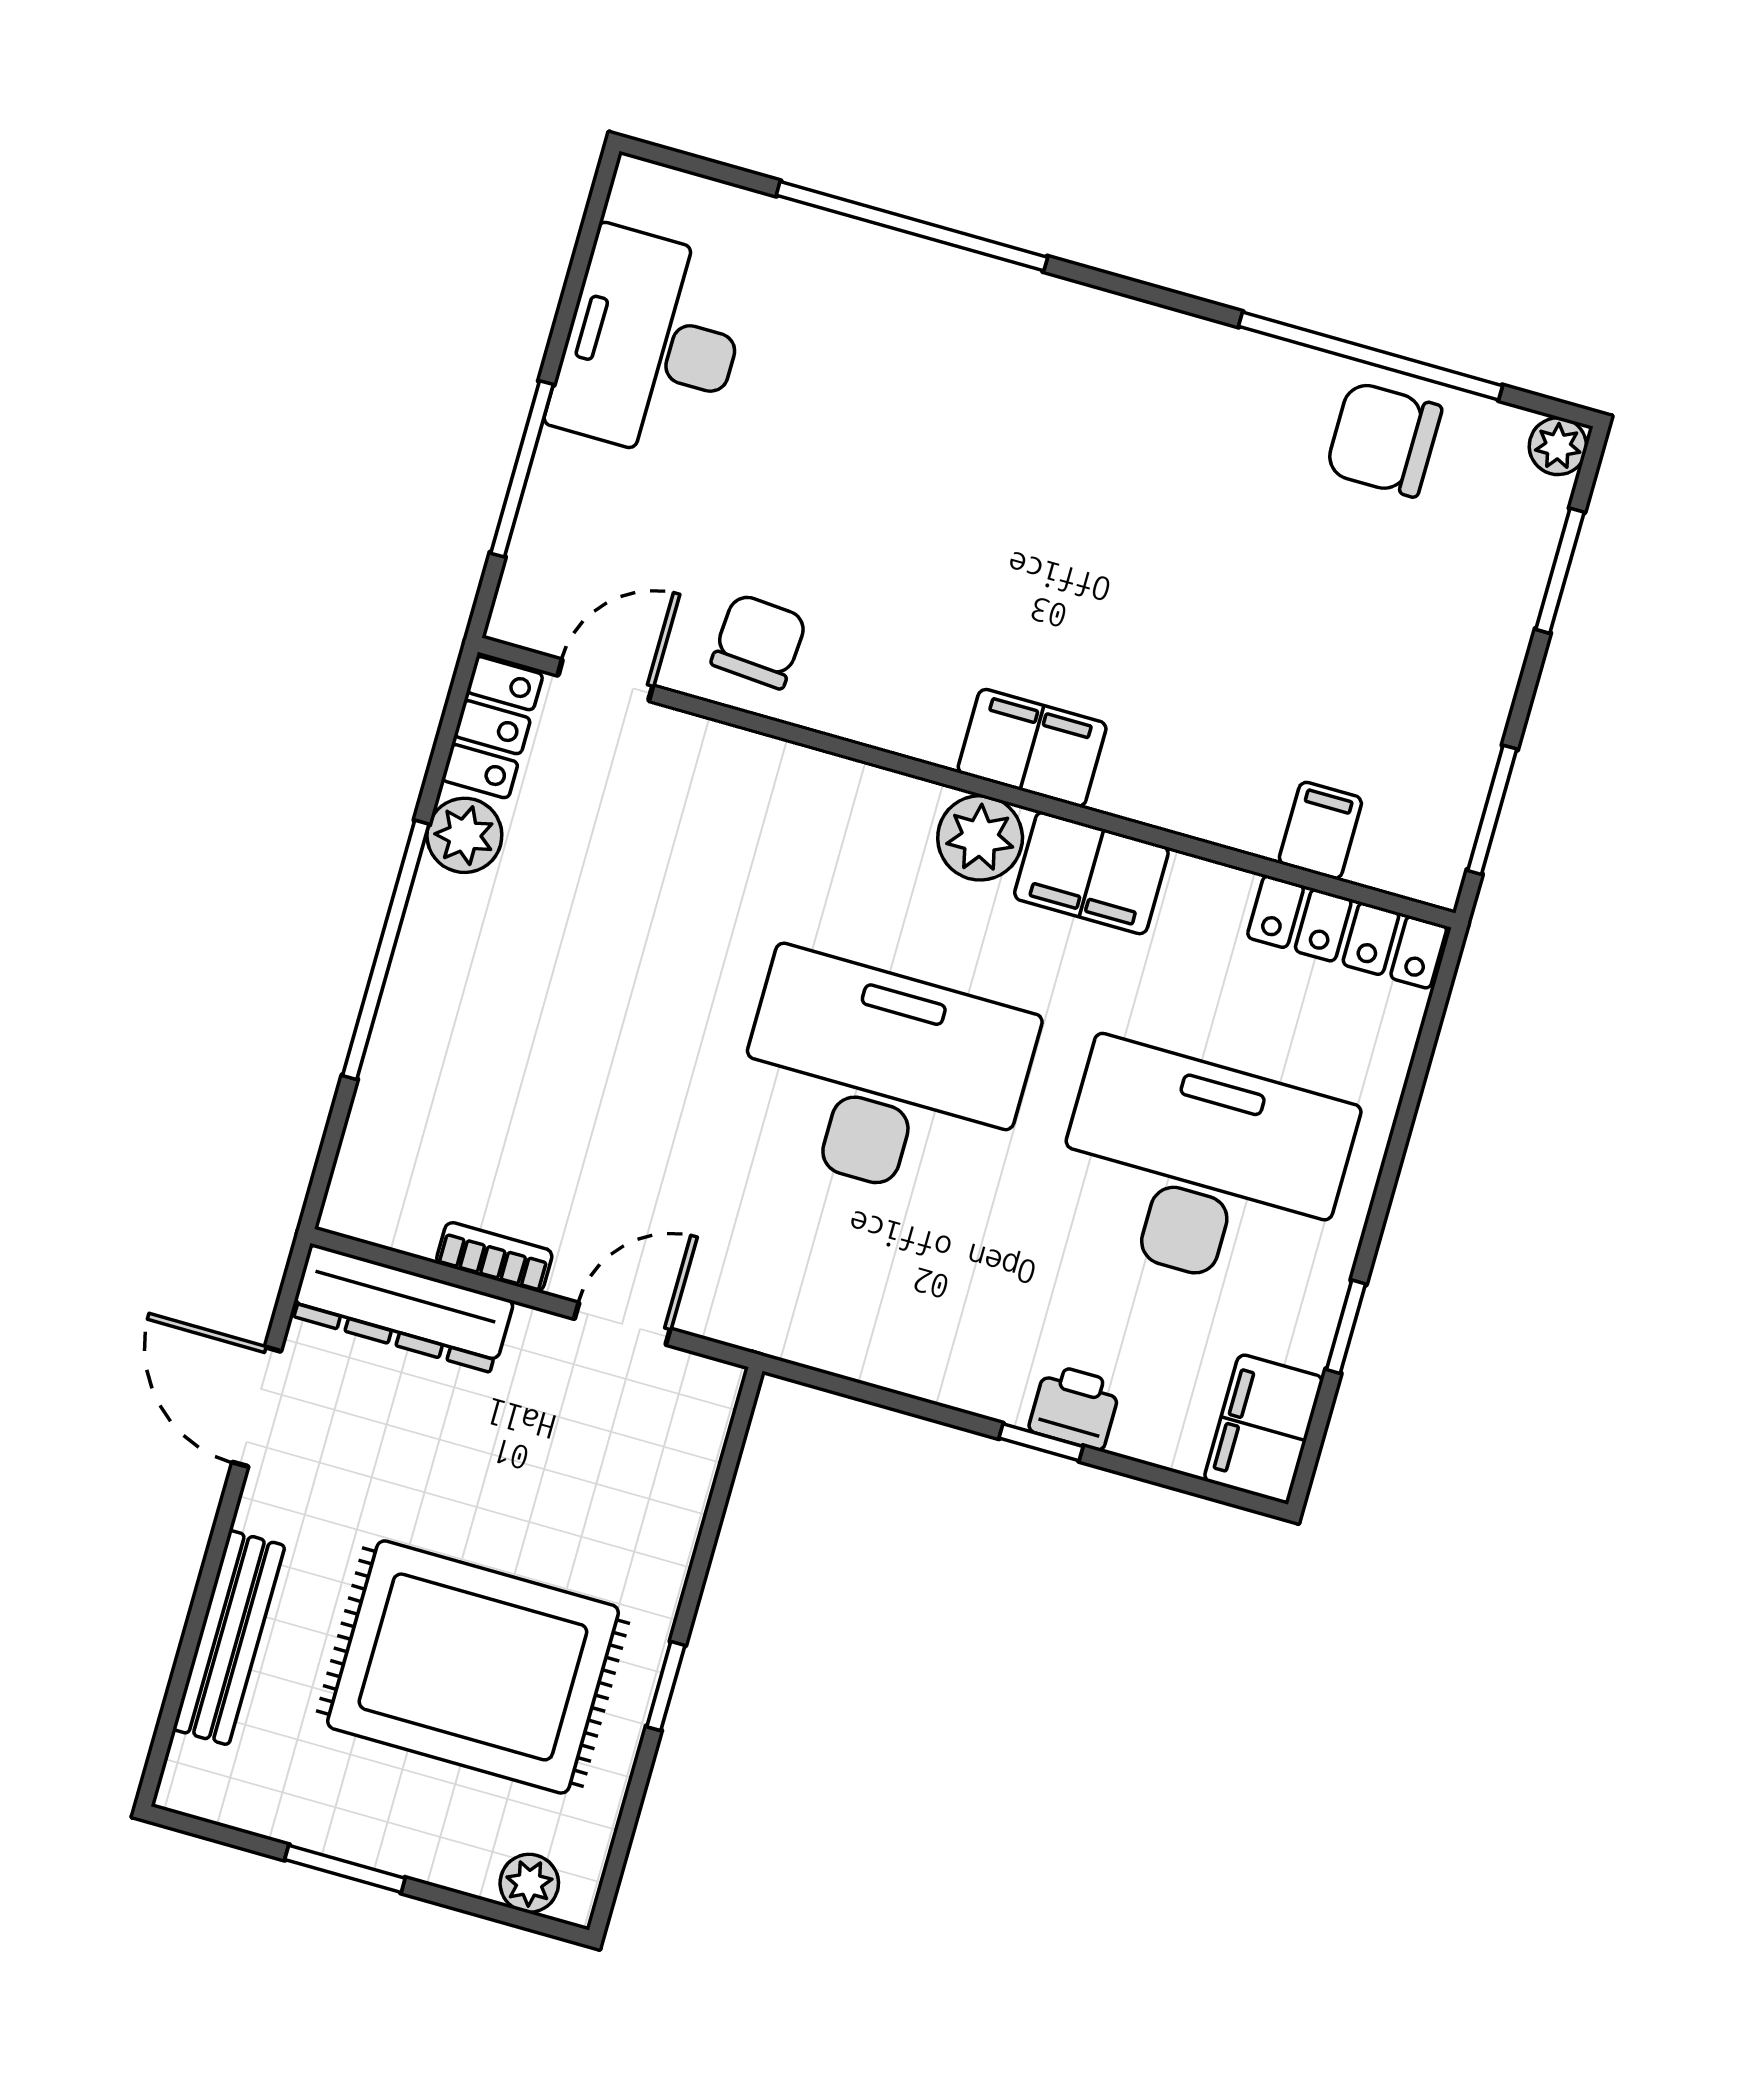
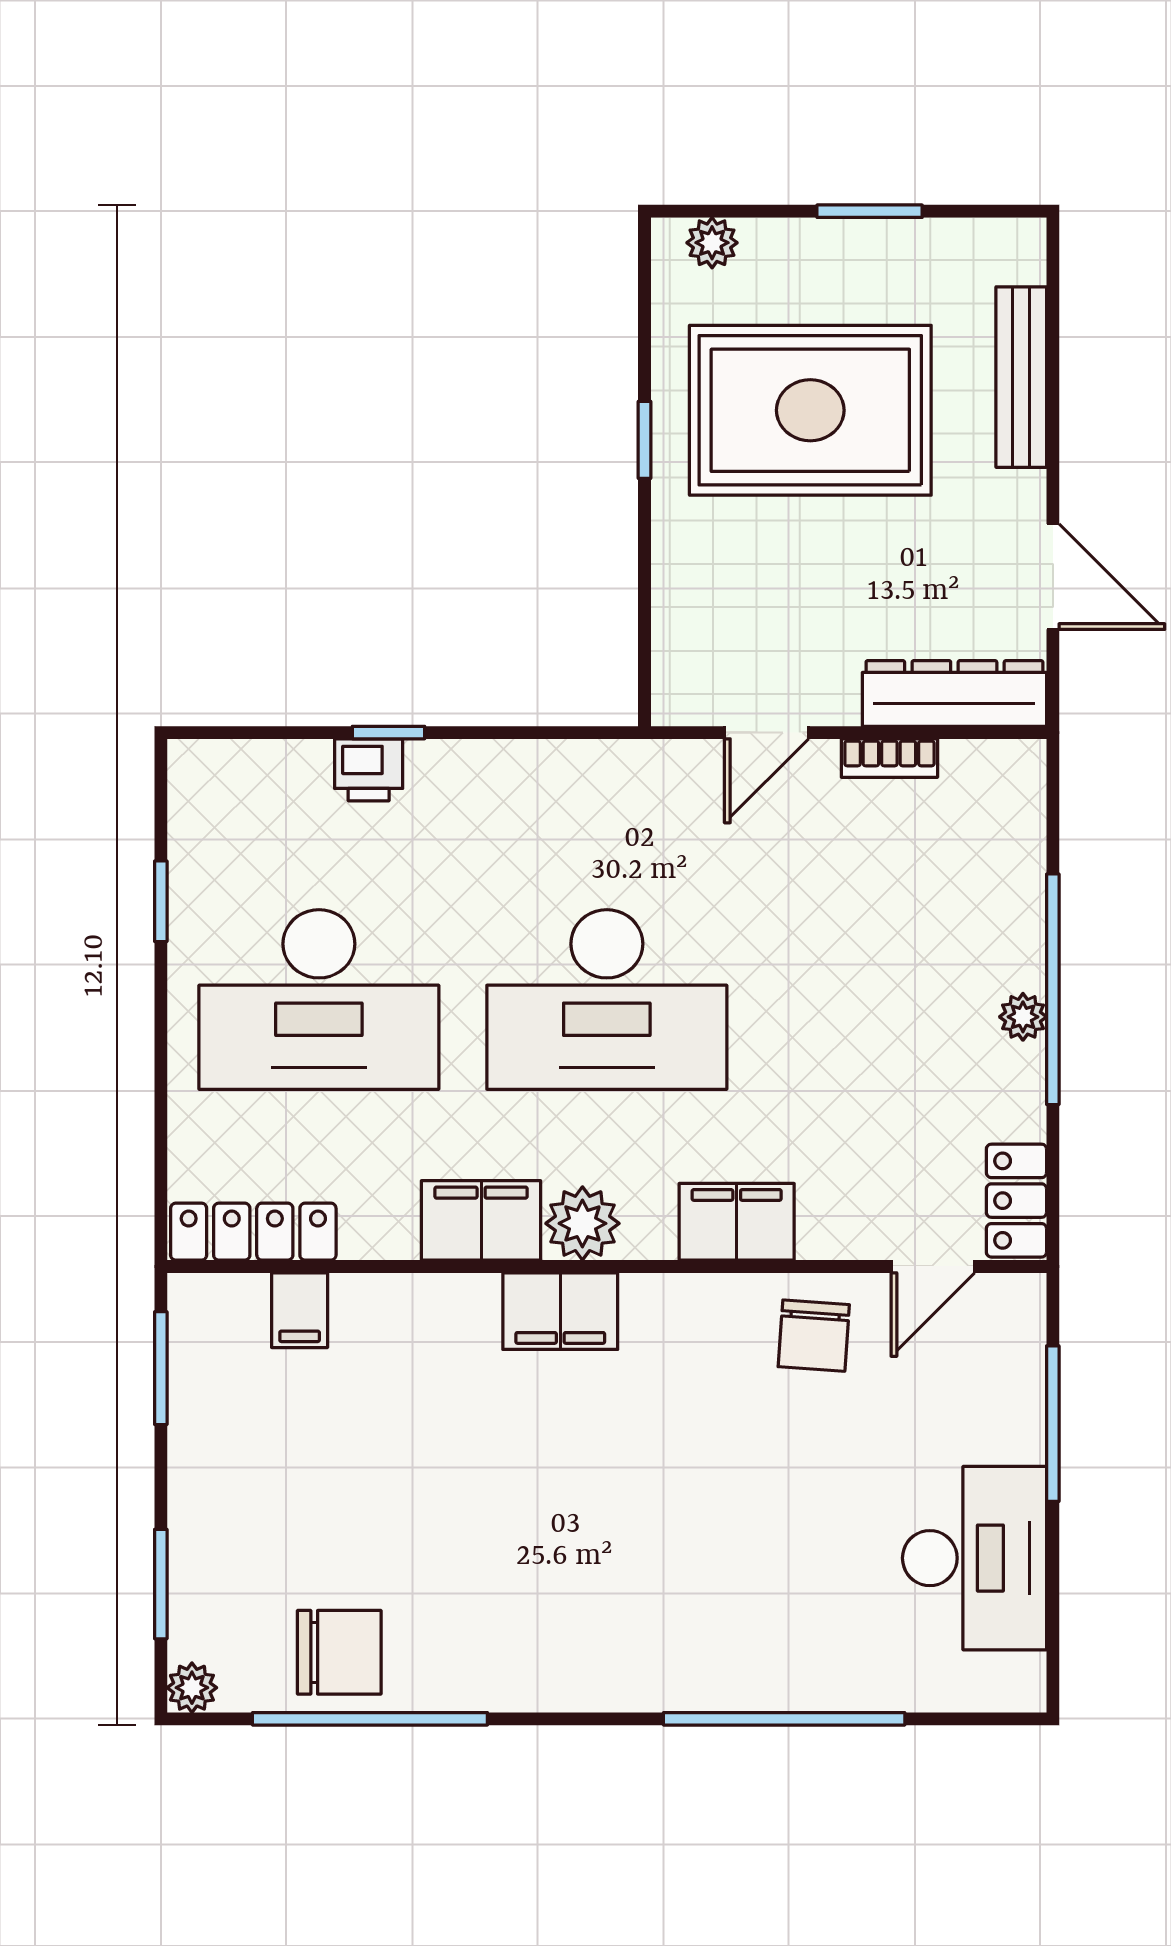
plant: (464, 835) -> (1023, 1017), moved, width x0.73, depth x0.73
filing cabinet: (1264, 1429) -> (737, 1222), moved, turned -90

